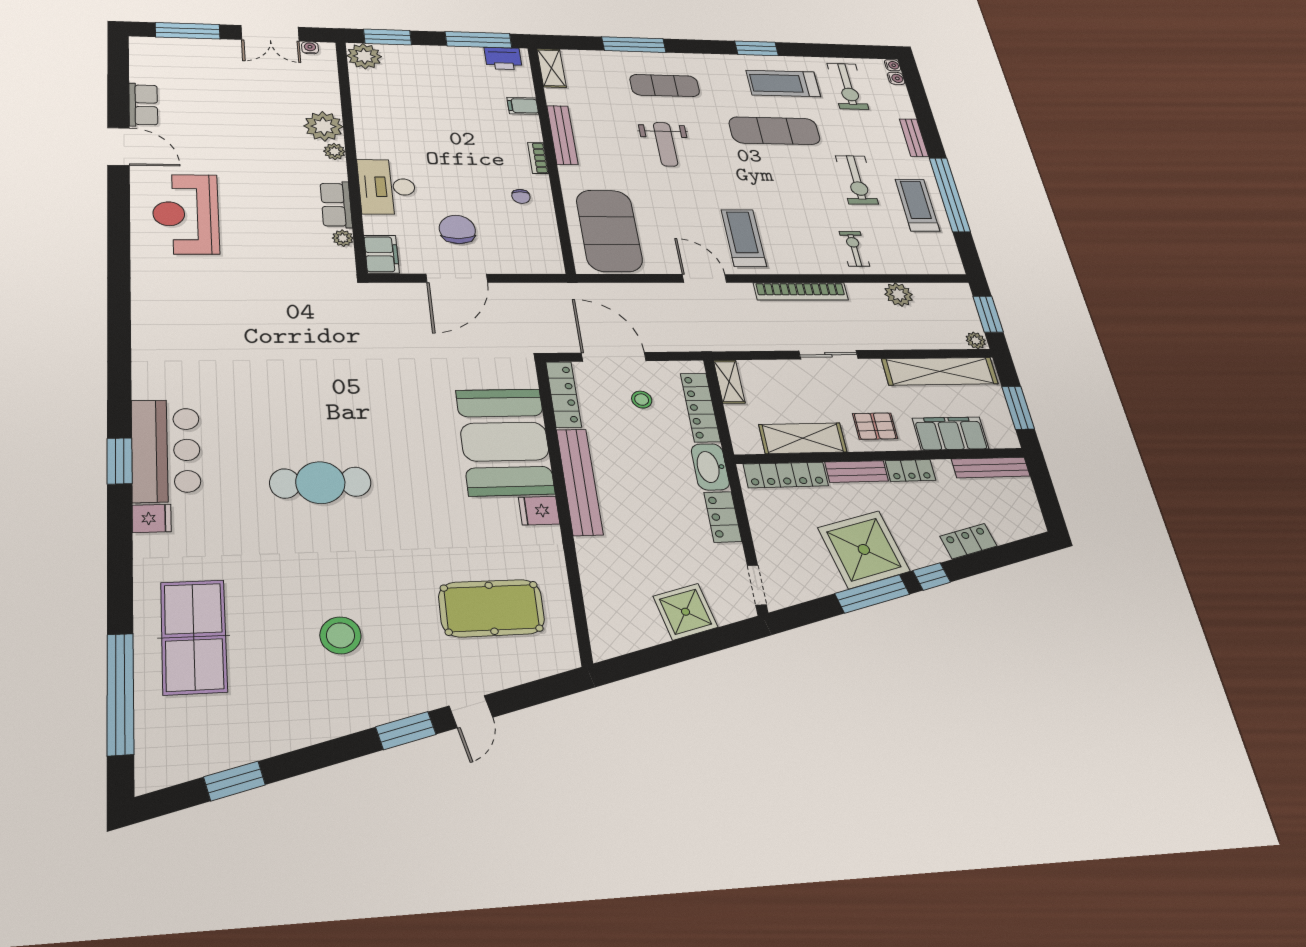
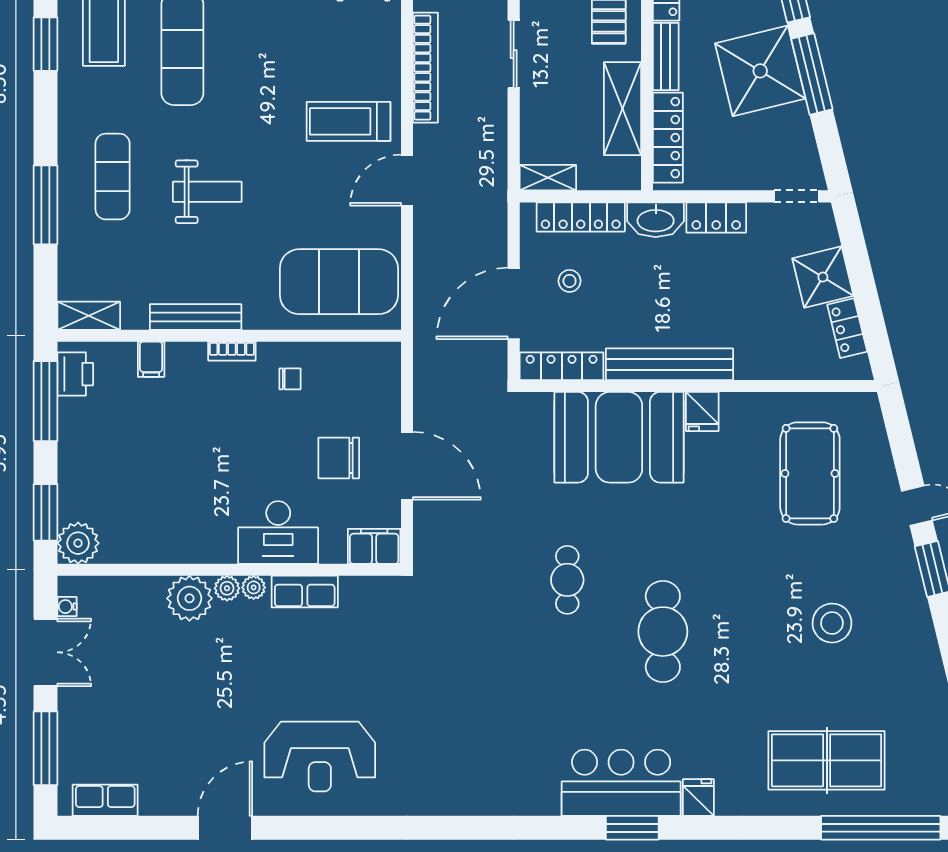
row of seats: (143, 105) -> (105, 800), moved
plant: (343, 238) -> (254, 587), moved
cafe table: (364, 402) -> (567, 580), added
locker: (640, 636) -> (847, 328), added

